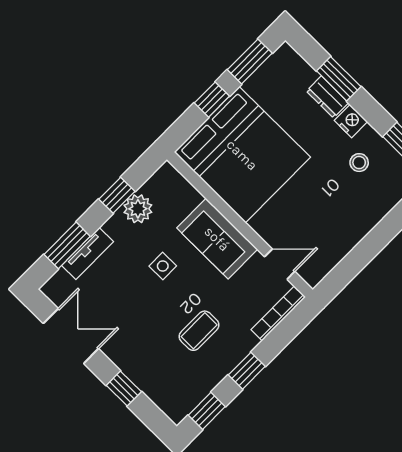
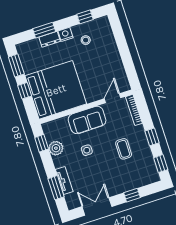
window: (117, 195) -> (42, 143), moved

